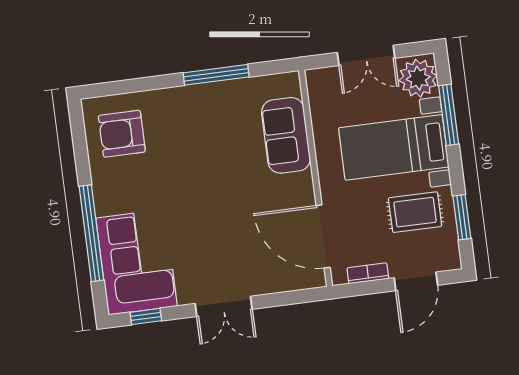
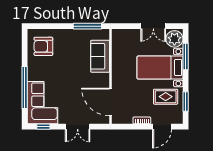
sofa: (286, 135) -> (100, 56), moved
wall: (316, 178) -> (110, 76), moved
door: (323, 236) -> (110, 102), moved

